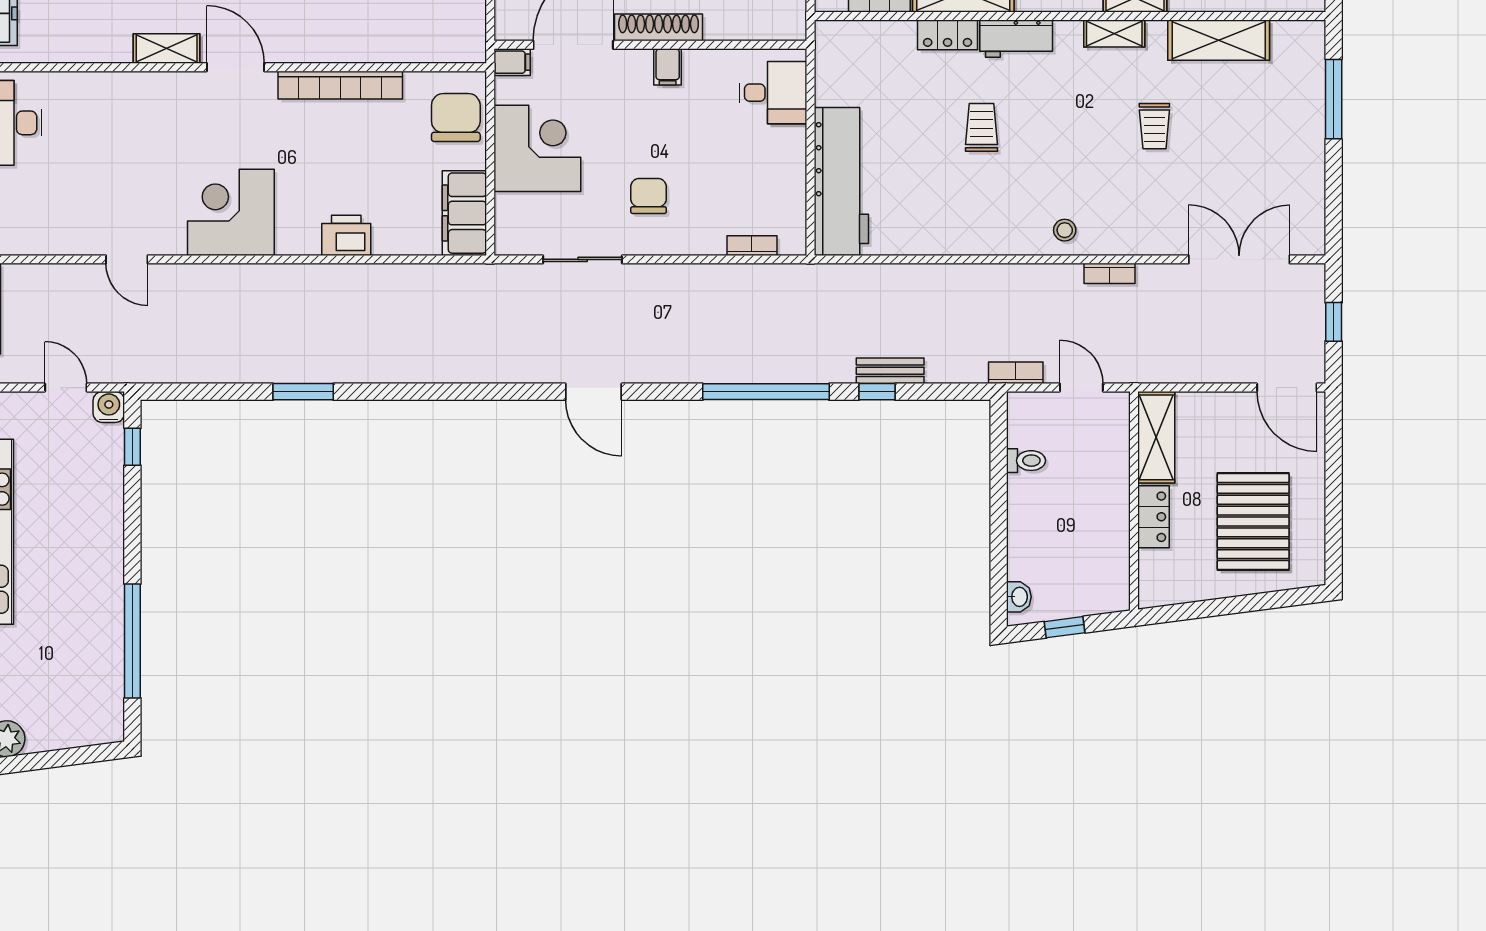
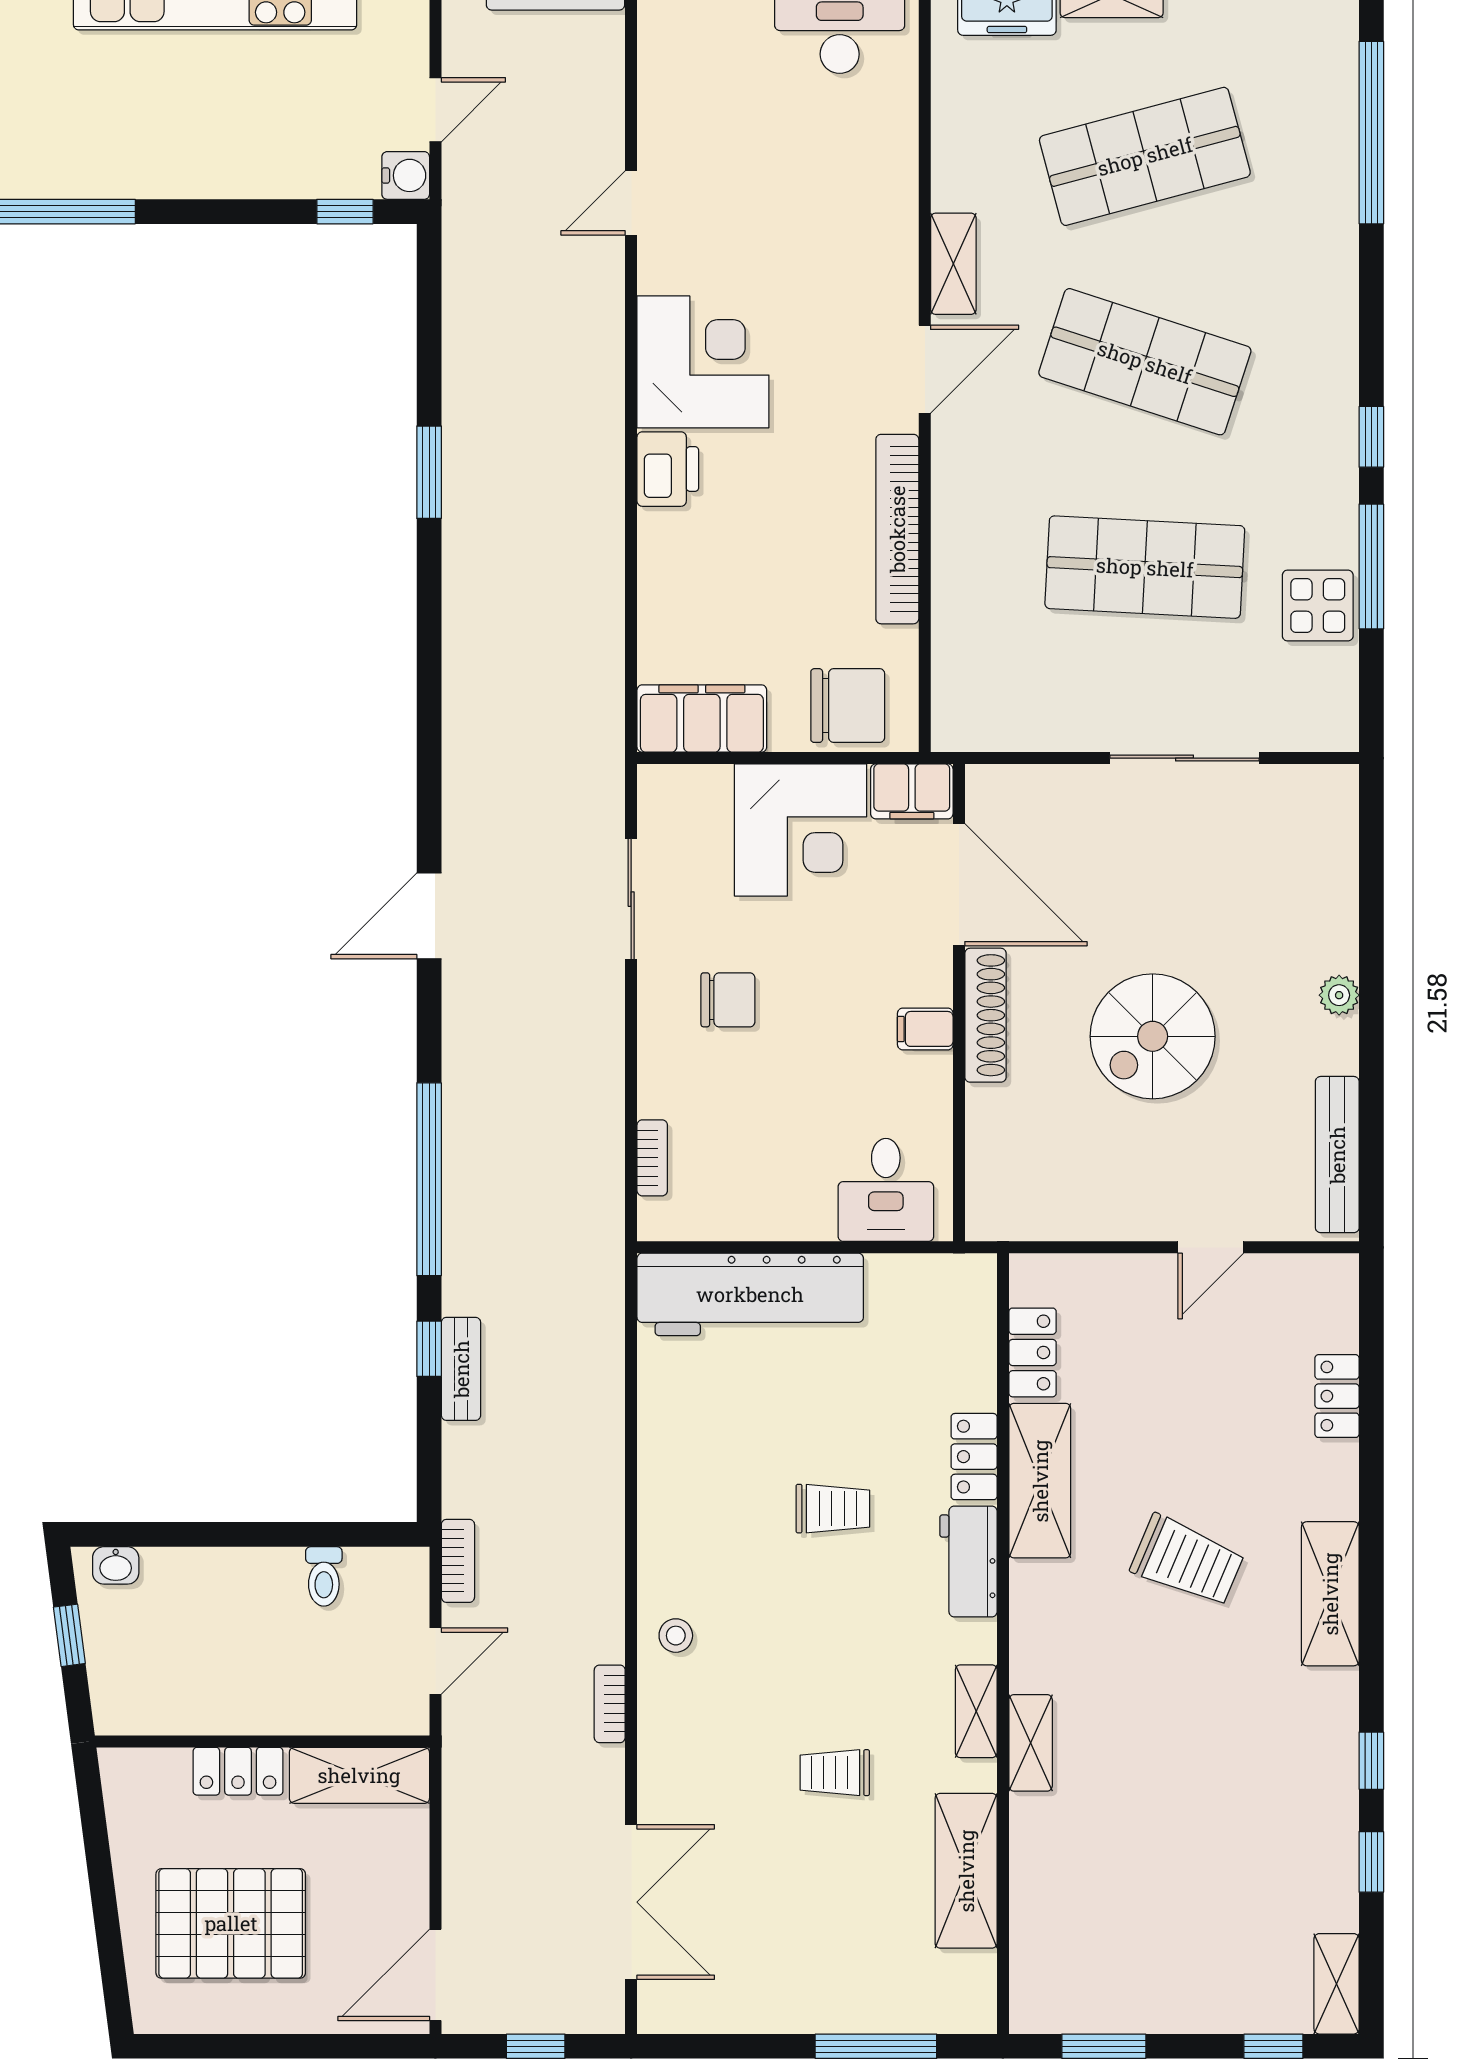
filing cabinet: (512, 62) -> (912, 791), width x2.00
printer: (346, 235) -> (668, 469), moved

